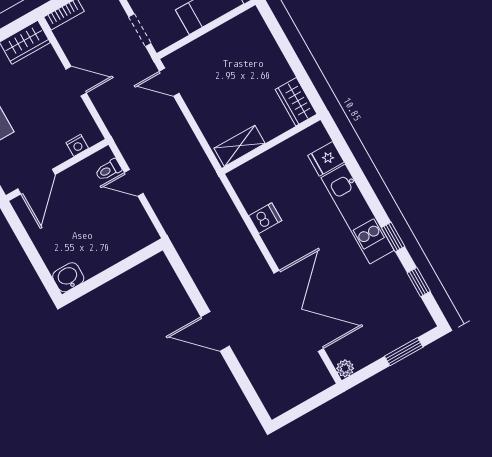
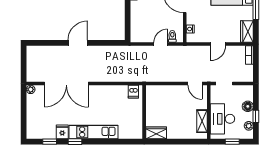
door: (169, 82) -> (195, 84), swing flipped
shelving: (240, 146) -> (202, 121), moved
fridge: (326, 159) -> (62, 132), moved
dishwasher: (265, 218) -> (133, 92), moved
window: (404, 352) -> (24, 118), removed

